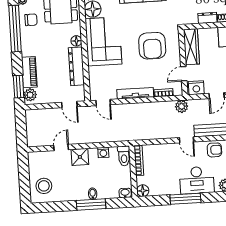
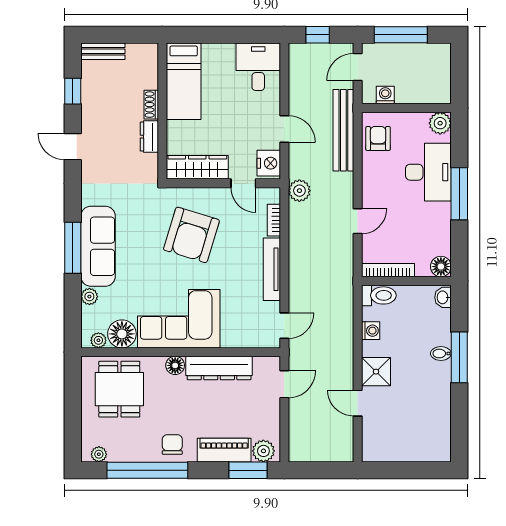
chair: (31, 20) -> (172, 445), moved
armchair: (152, 46) -> (191, 235), turned 107
door: (186, 140) -> (358, 221), moved
stool: (44, 186) -> (422, 437), removed

